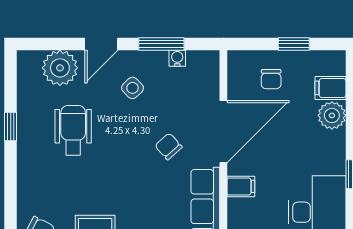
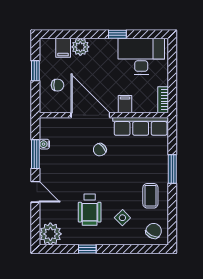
plant: (60, 68) -> (50, 234), moved
side table: (133, 88) -> (122, 218), moved
wheelchair: (73, 130) -> (90, 210), turned -90

